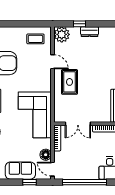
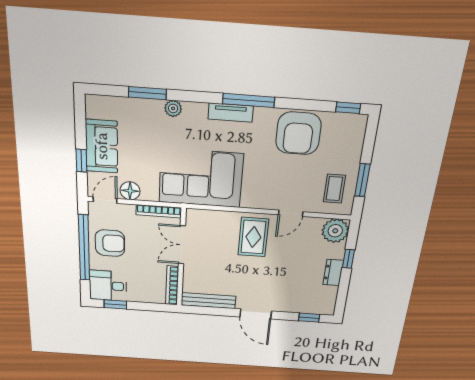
window: (29, 24) -> (362, 180), added
rug: (70, 82) -> (253, 237), turned 90
armchair: (80, 167) -> (110, 243), added

